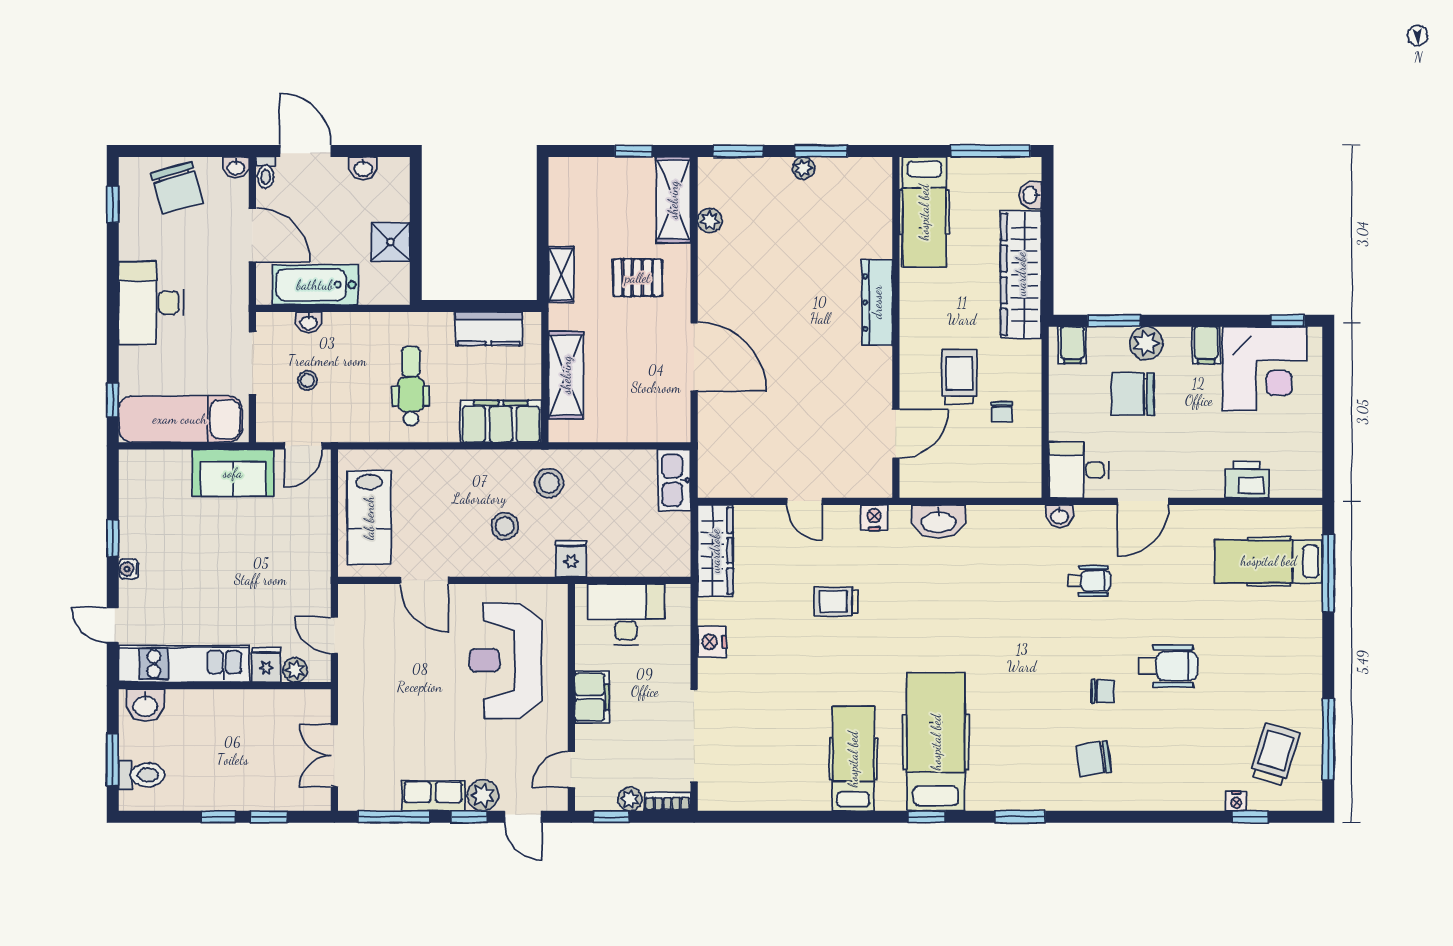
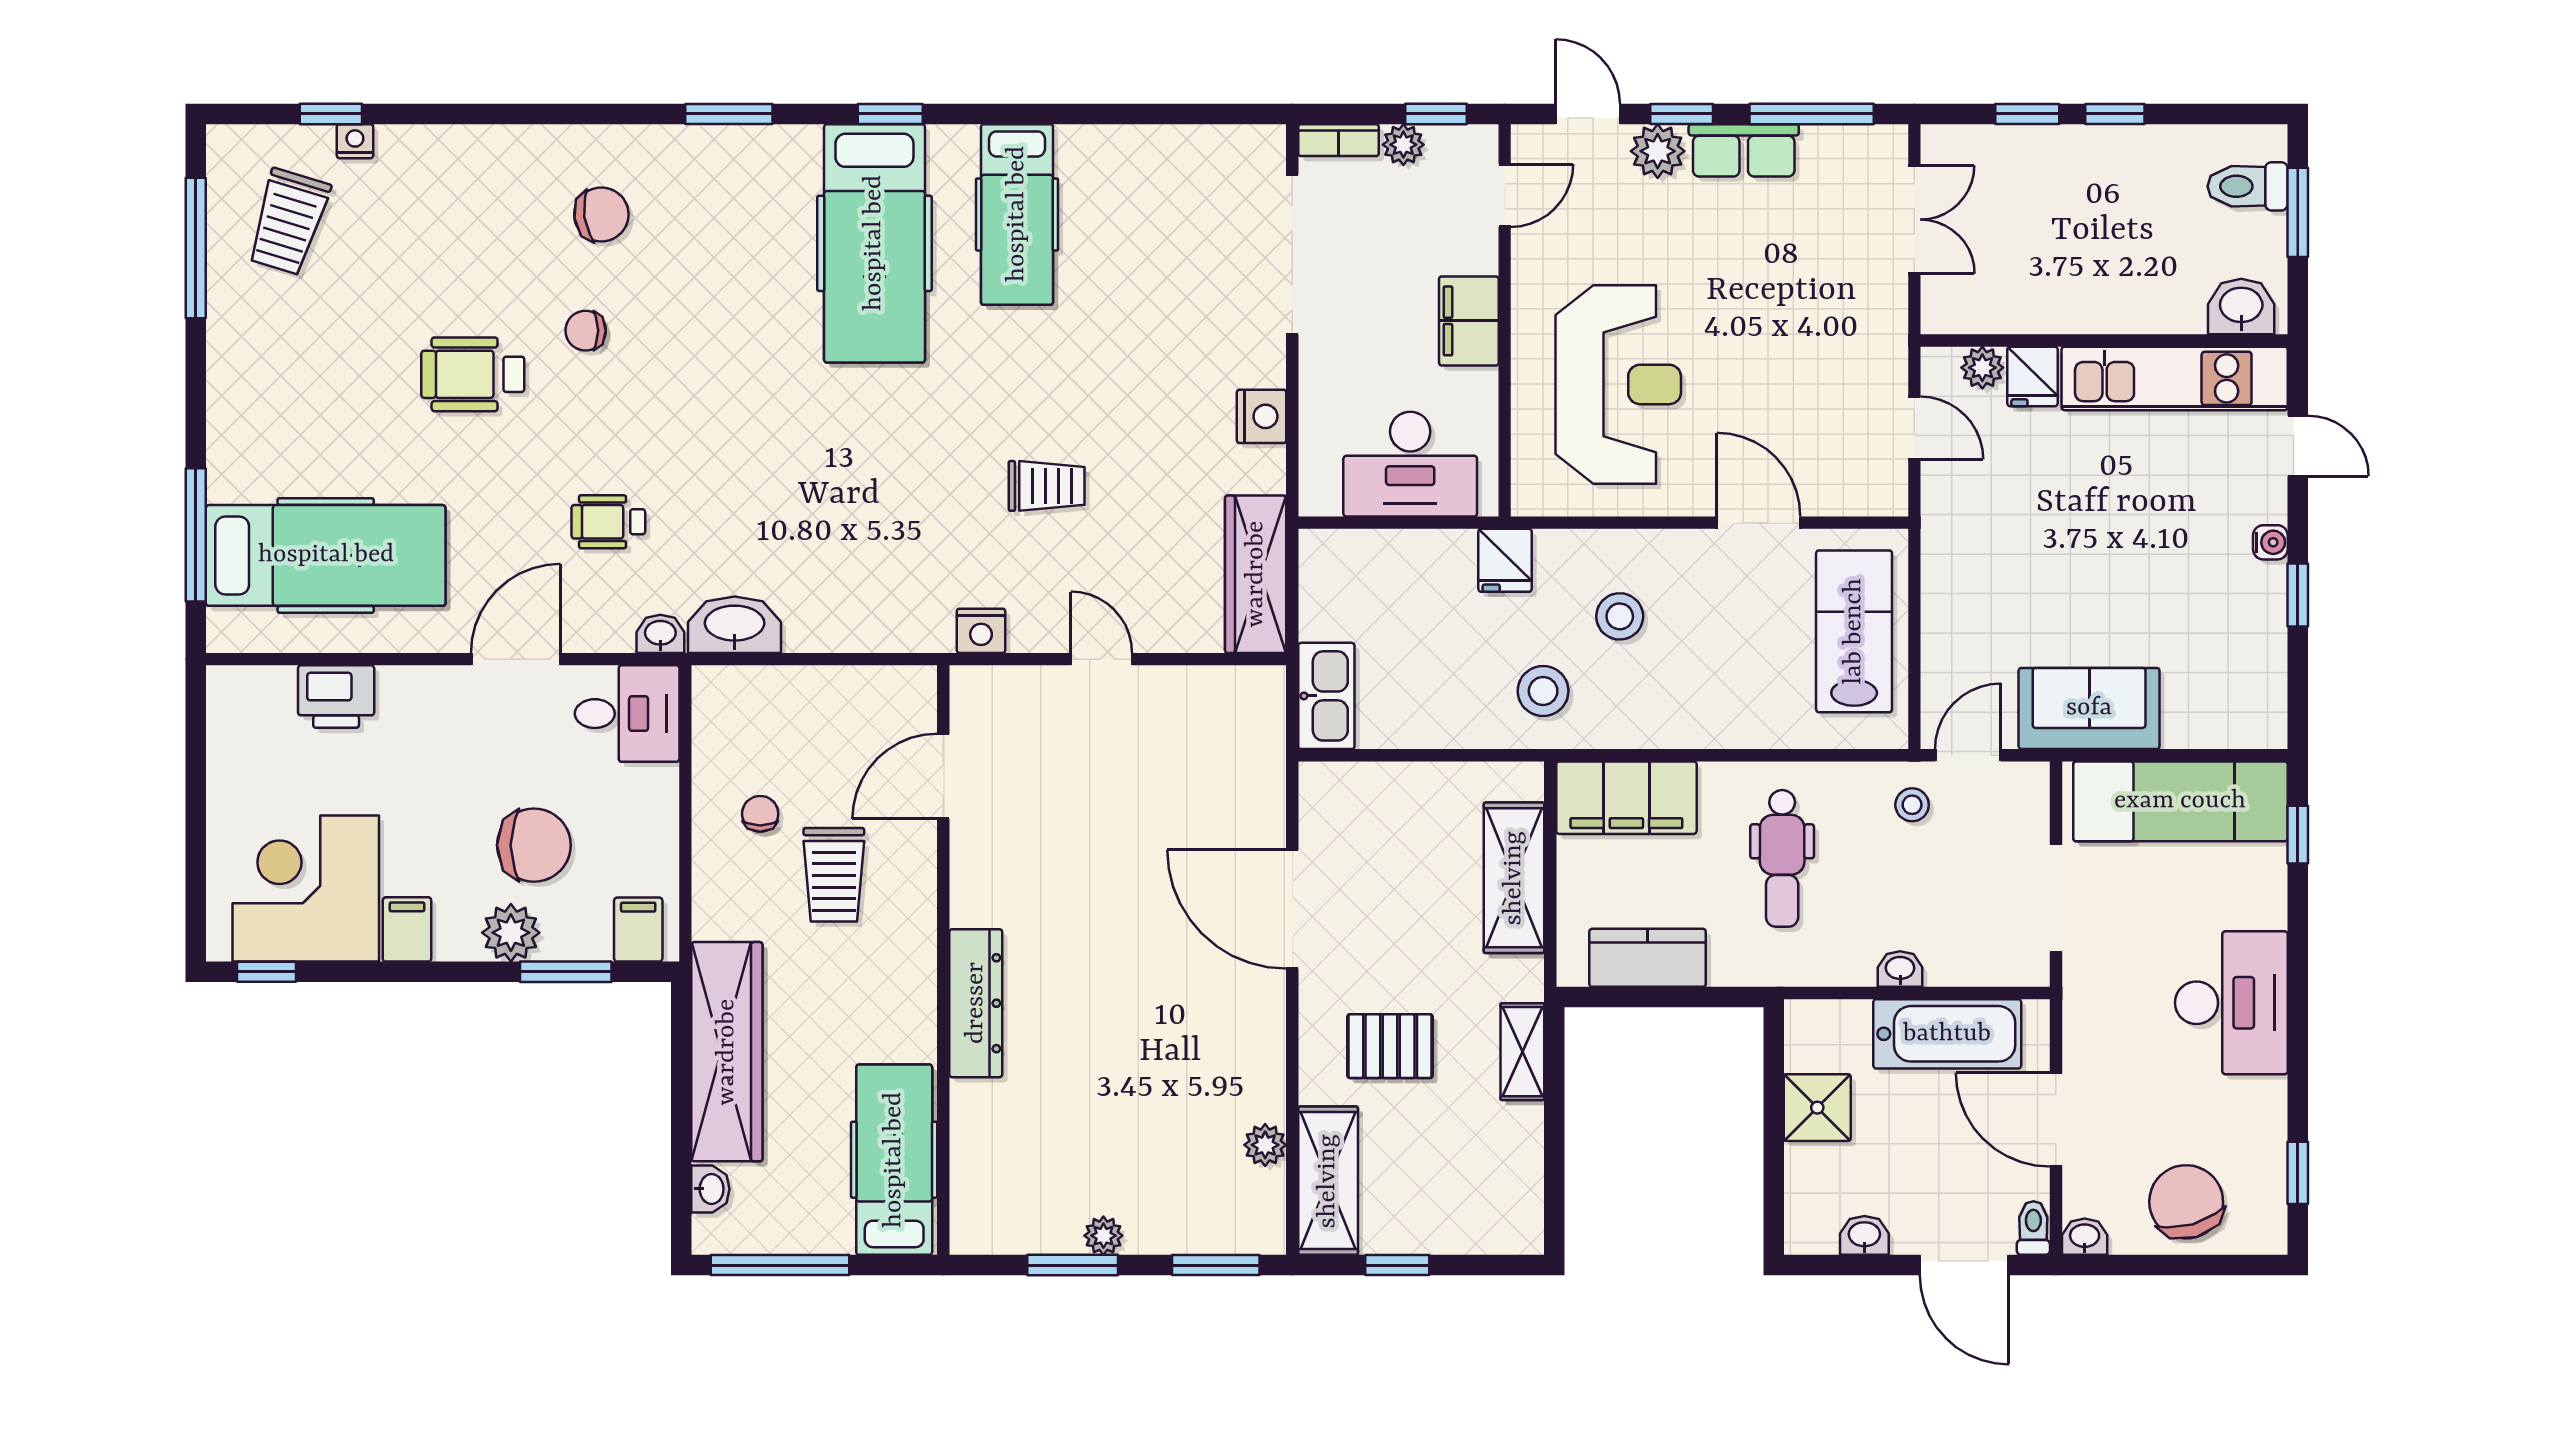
washbasin: (308, 322) -> (1900, 969), moved
stool: (307, 380) -> (1912, 805), moved
washbasin: (938, 521) -> (735, 625), moved
hospital bed: (1269, 561) -> (326, 555), width x1.37, depth x1.29

